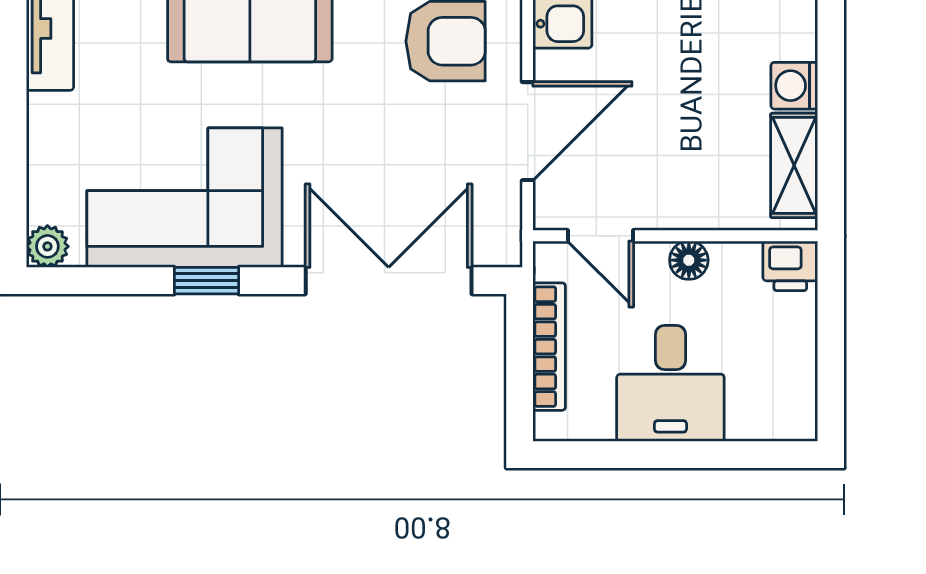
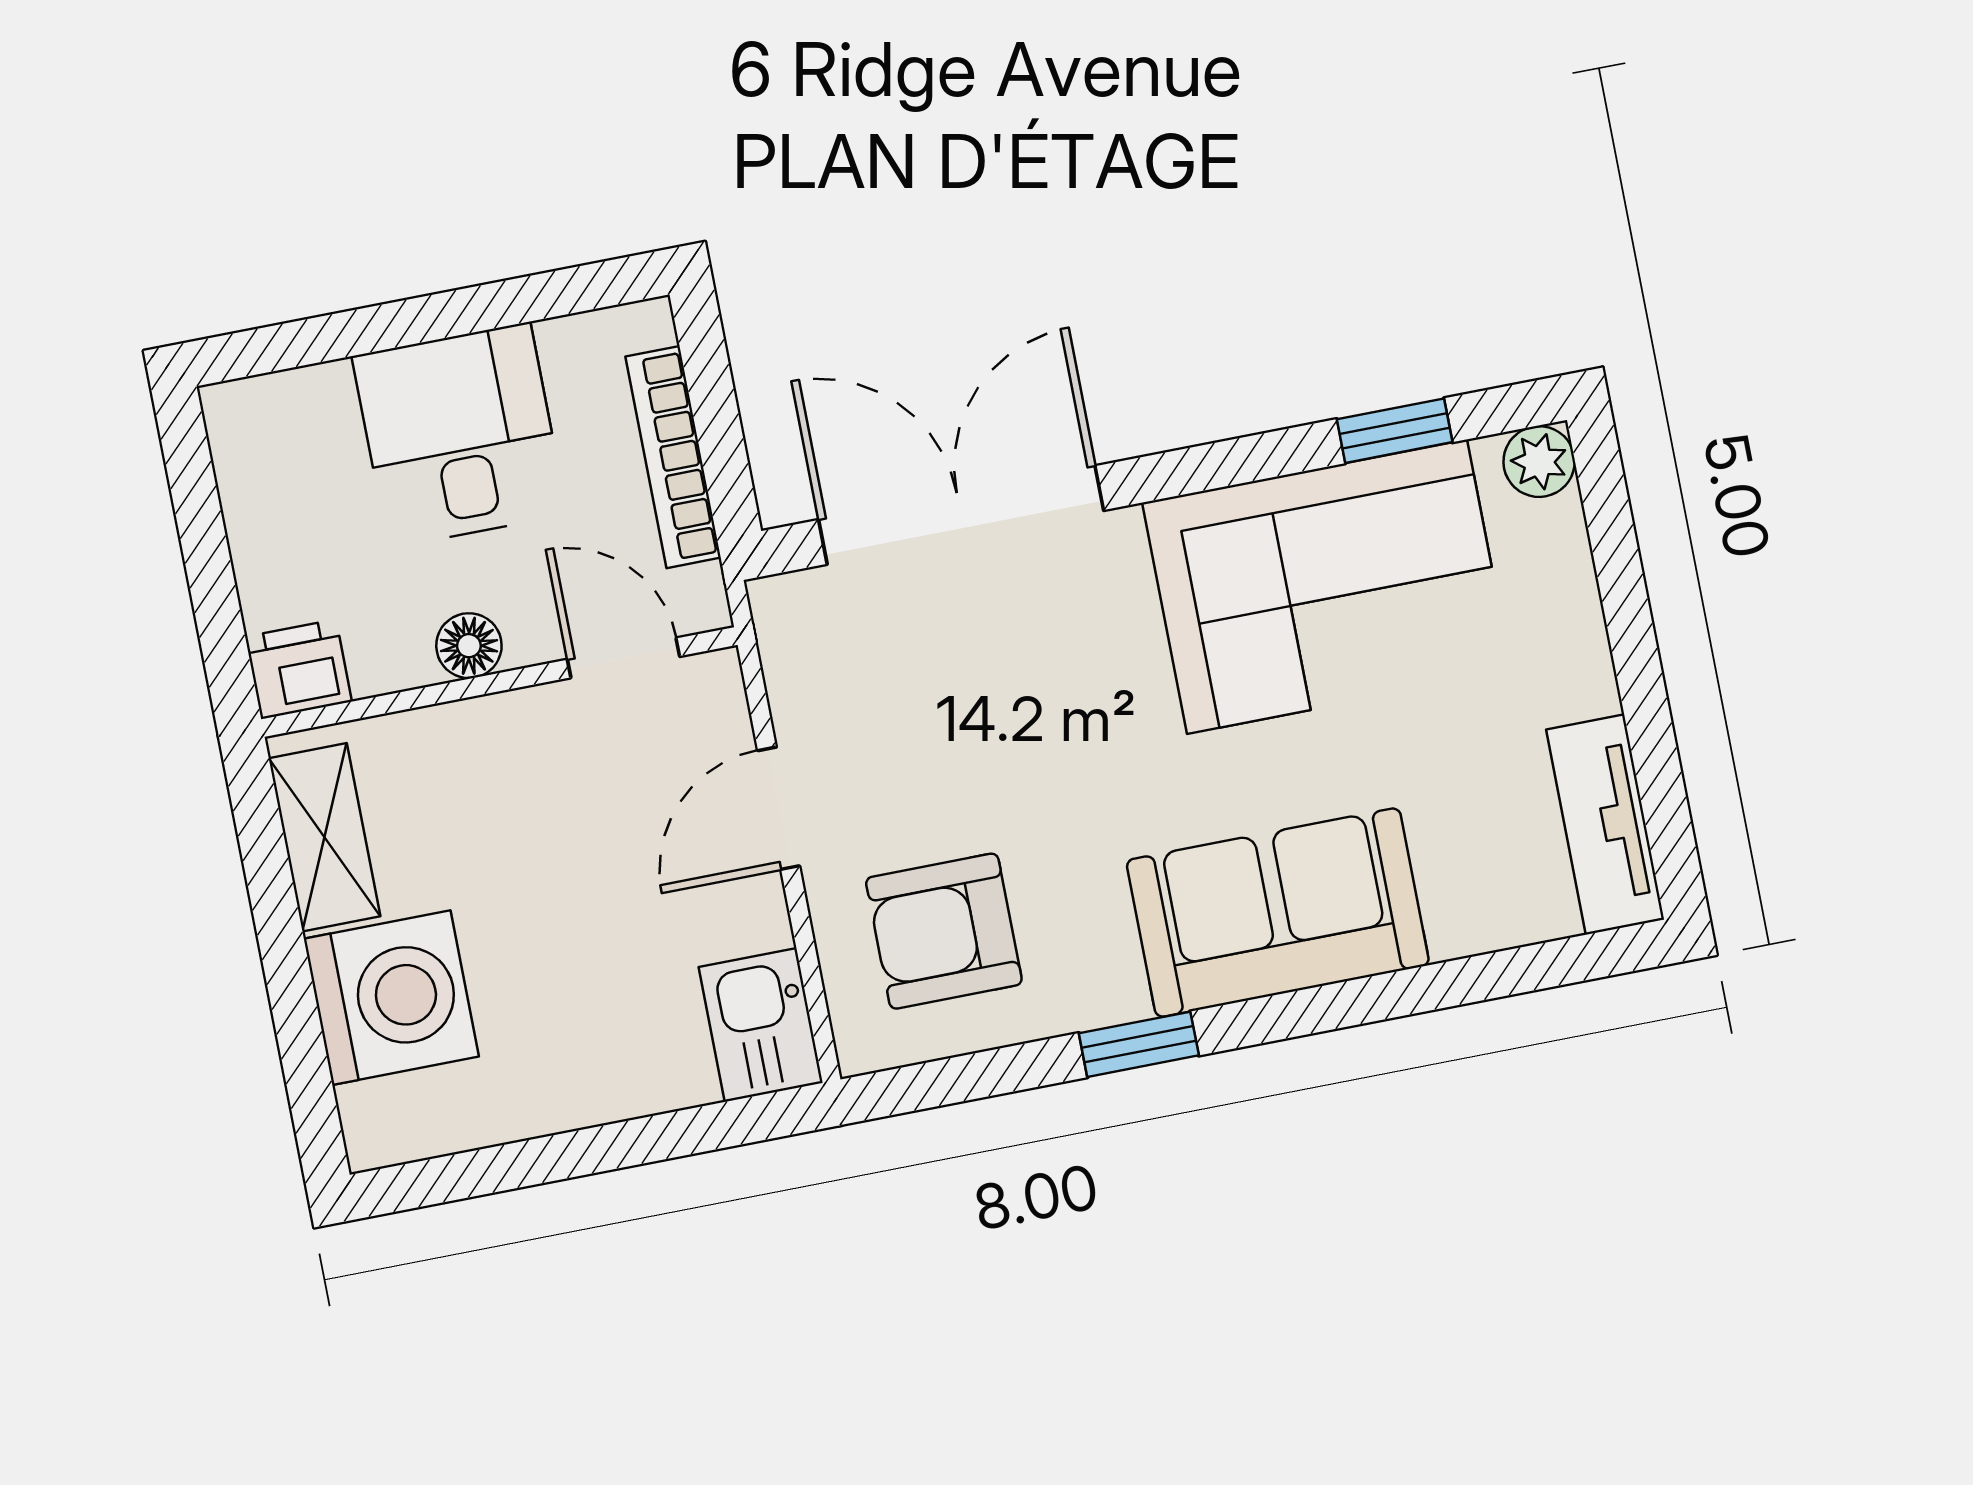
washing machine: (794, 86) -> (391, 998), width x1.89, depth x1.89
door: (528, 131) -> (779, 808), width x0.73
window: (206, 281) -> (1395, 431), moved
double door: (389, 281) -> (961, 515), swing flipped

